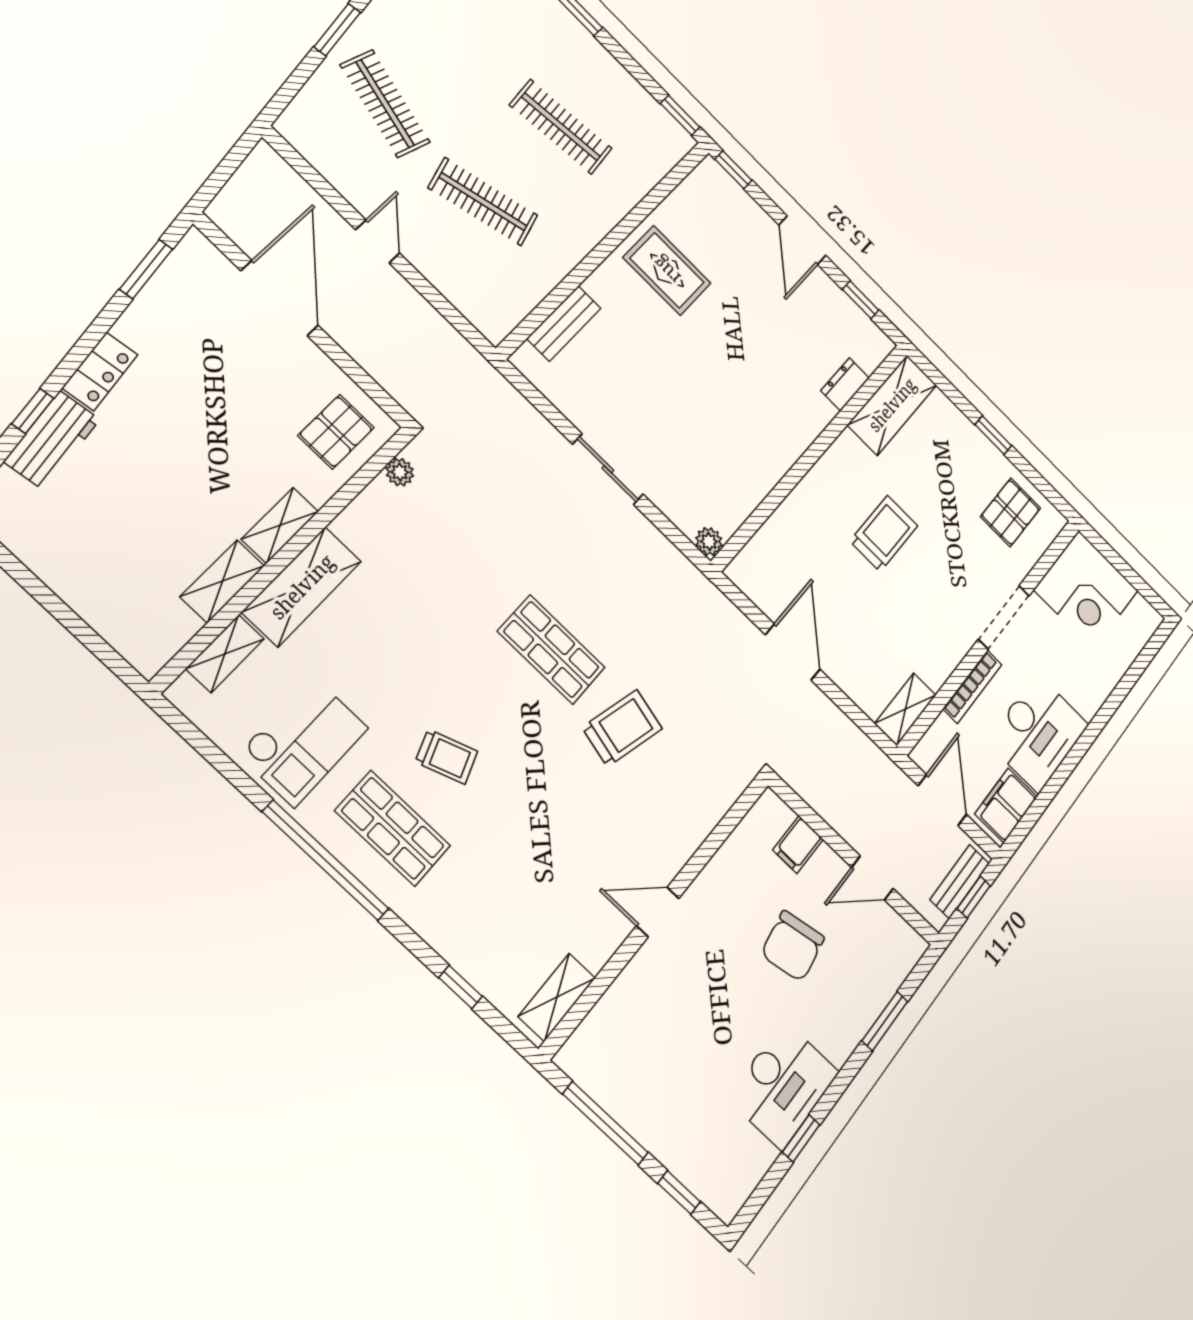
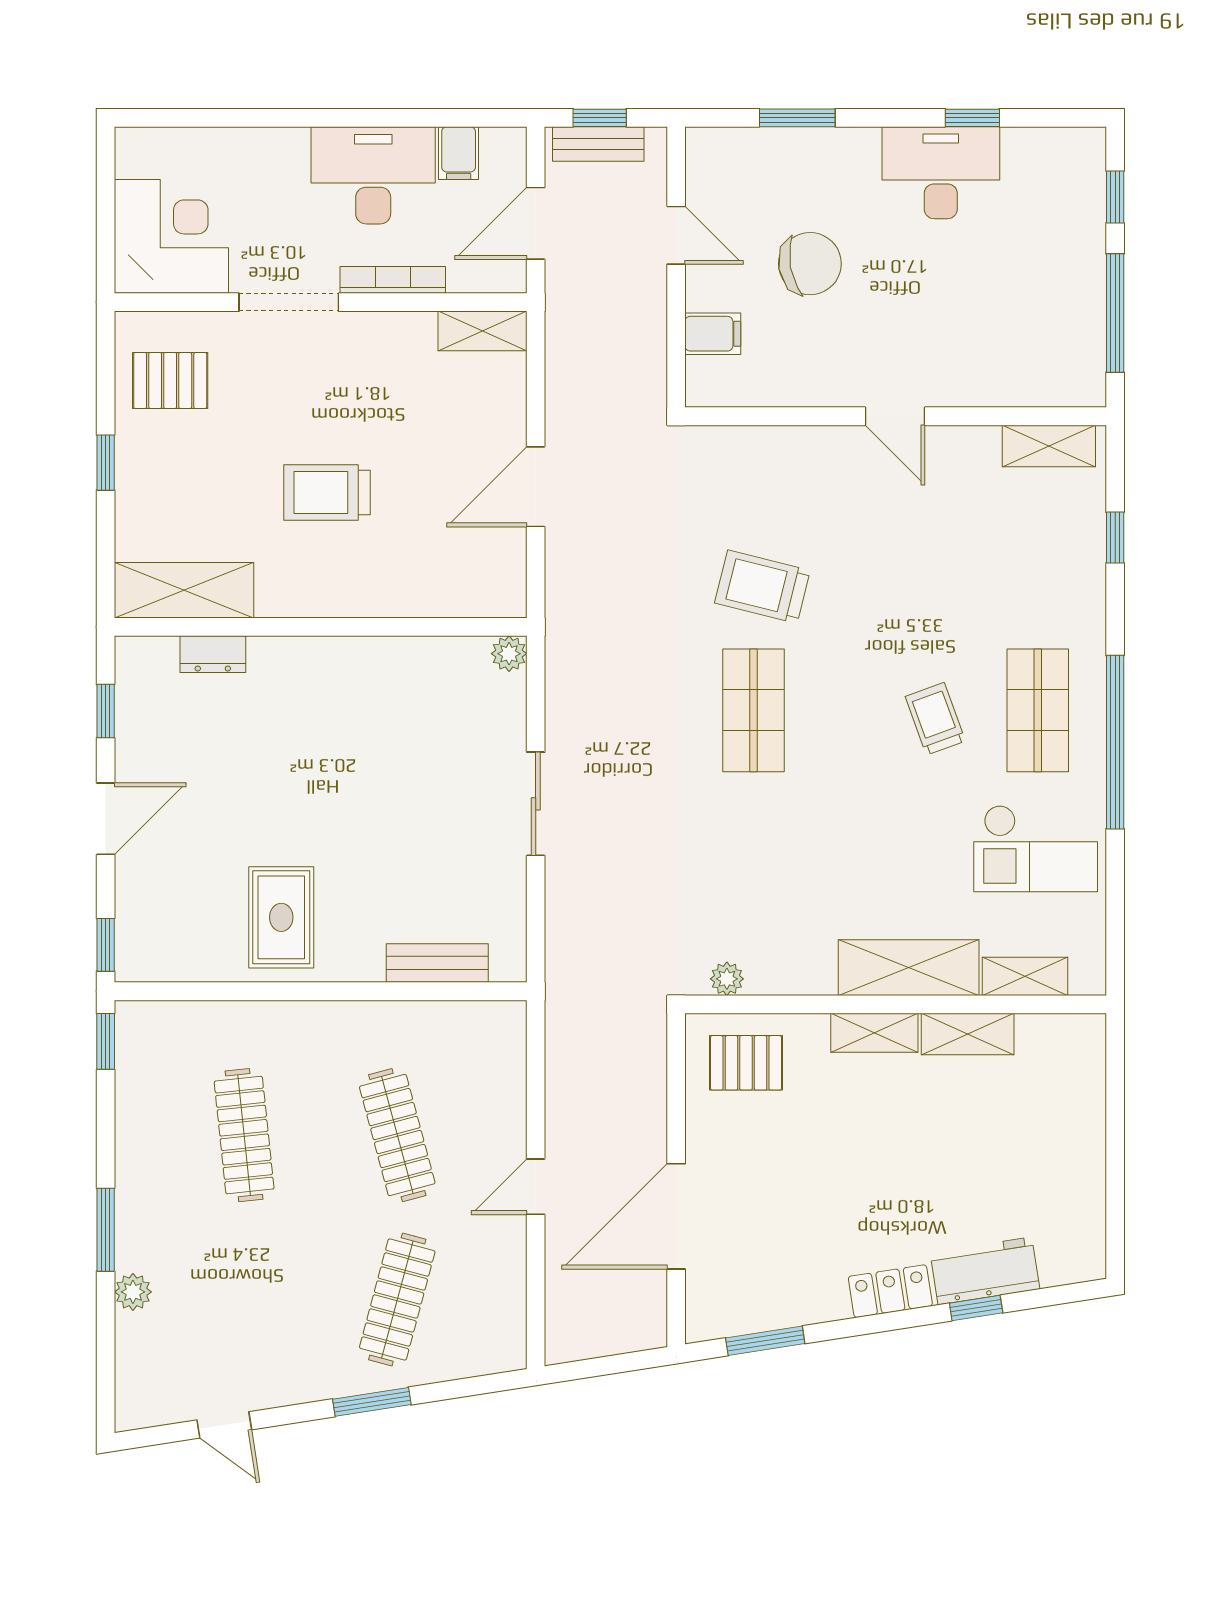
checkout: (303, 741) -> (1036, 849), turned 180
filing cabinet: (1006, 805) -> (459, 153), width x0.50

